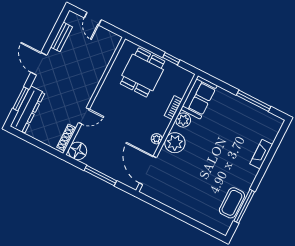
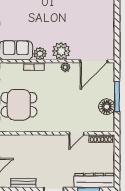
door: (84, 116) -> (77, 133), swing flipped
floor lamp: (78, 151) -> (107, 107), moved

